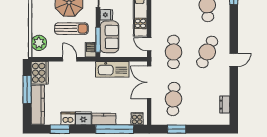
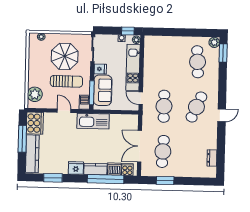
kitchen sink: (112, 69) -> (93, 121), moved
double door: (149, 82) -> (140, 146), moved
dishwasher: (68, 119) -> (114, 169), moved

